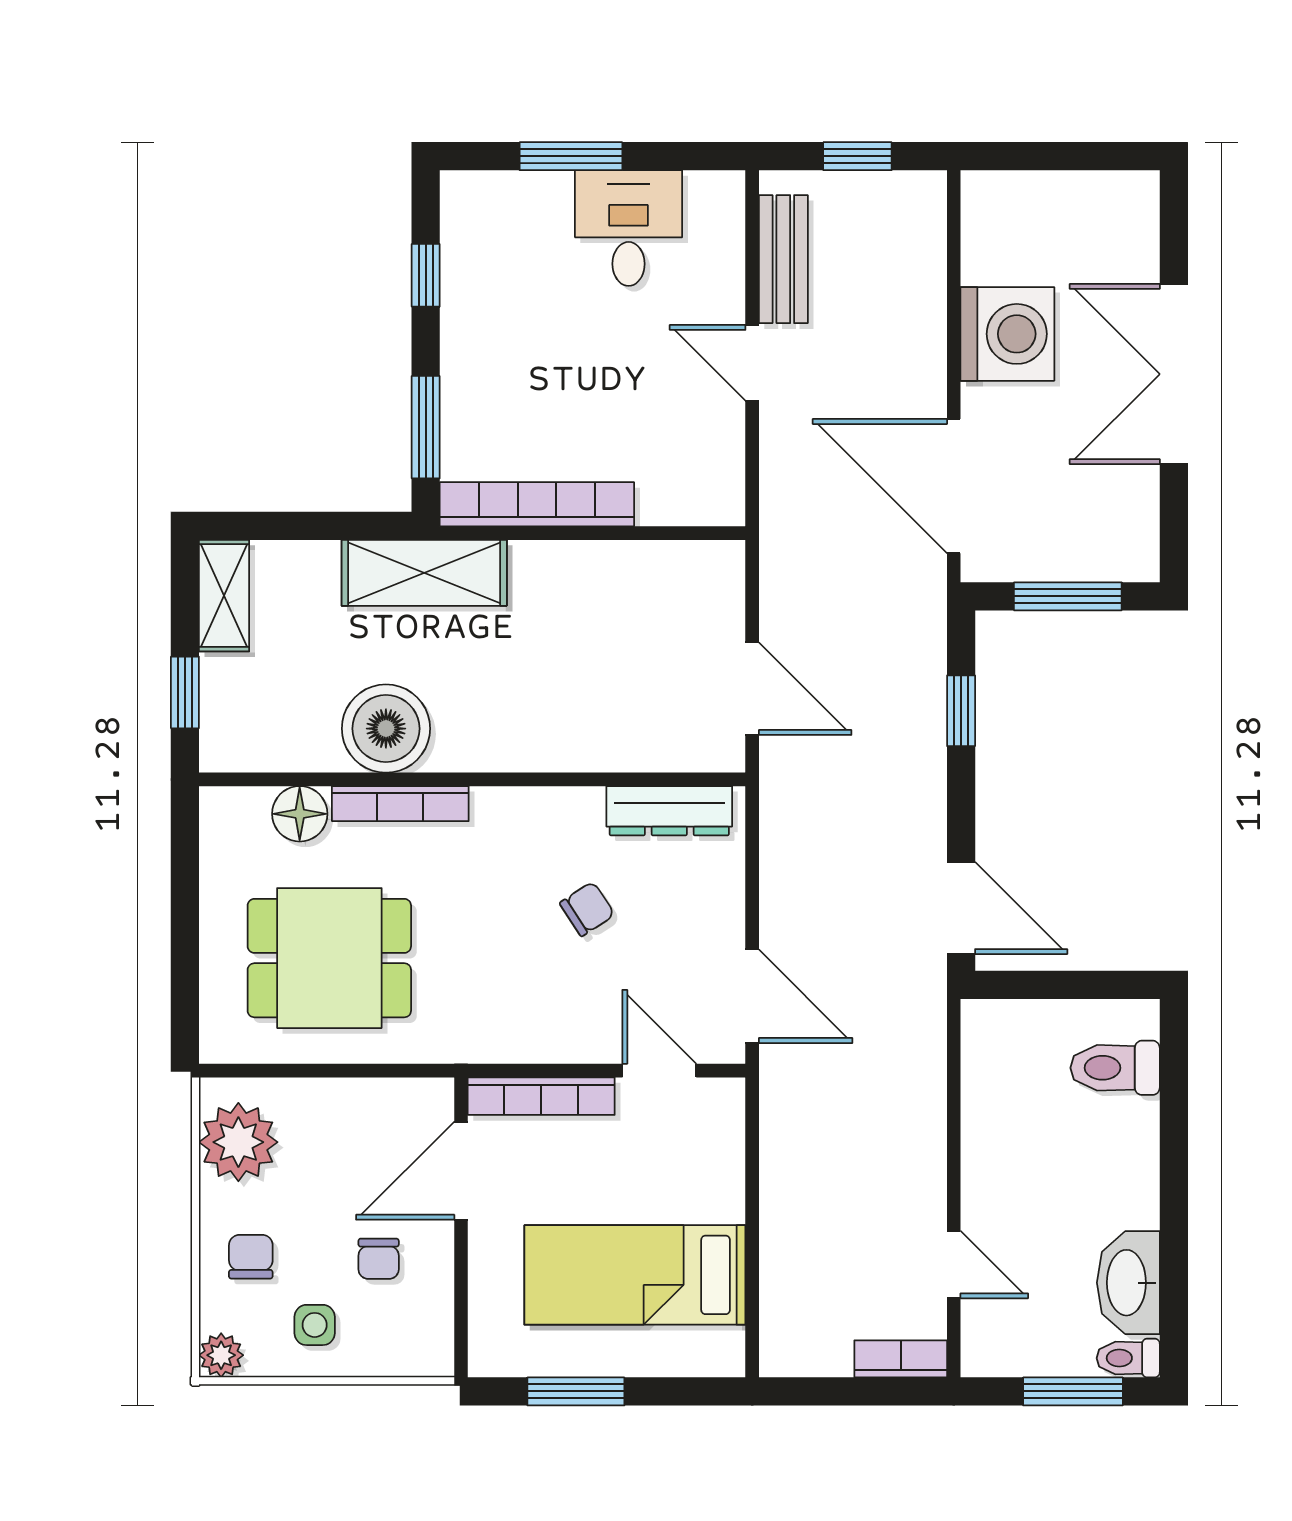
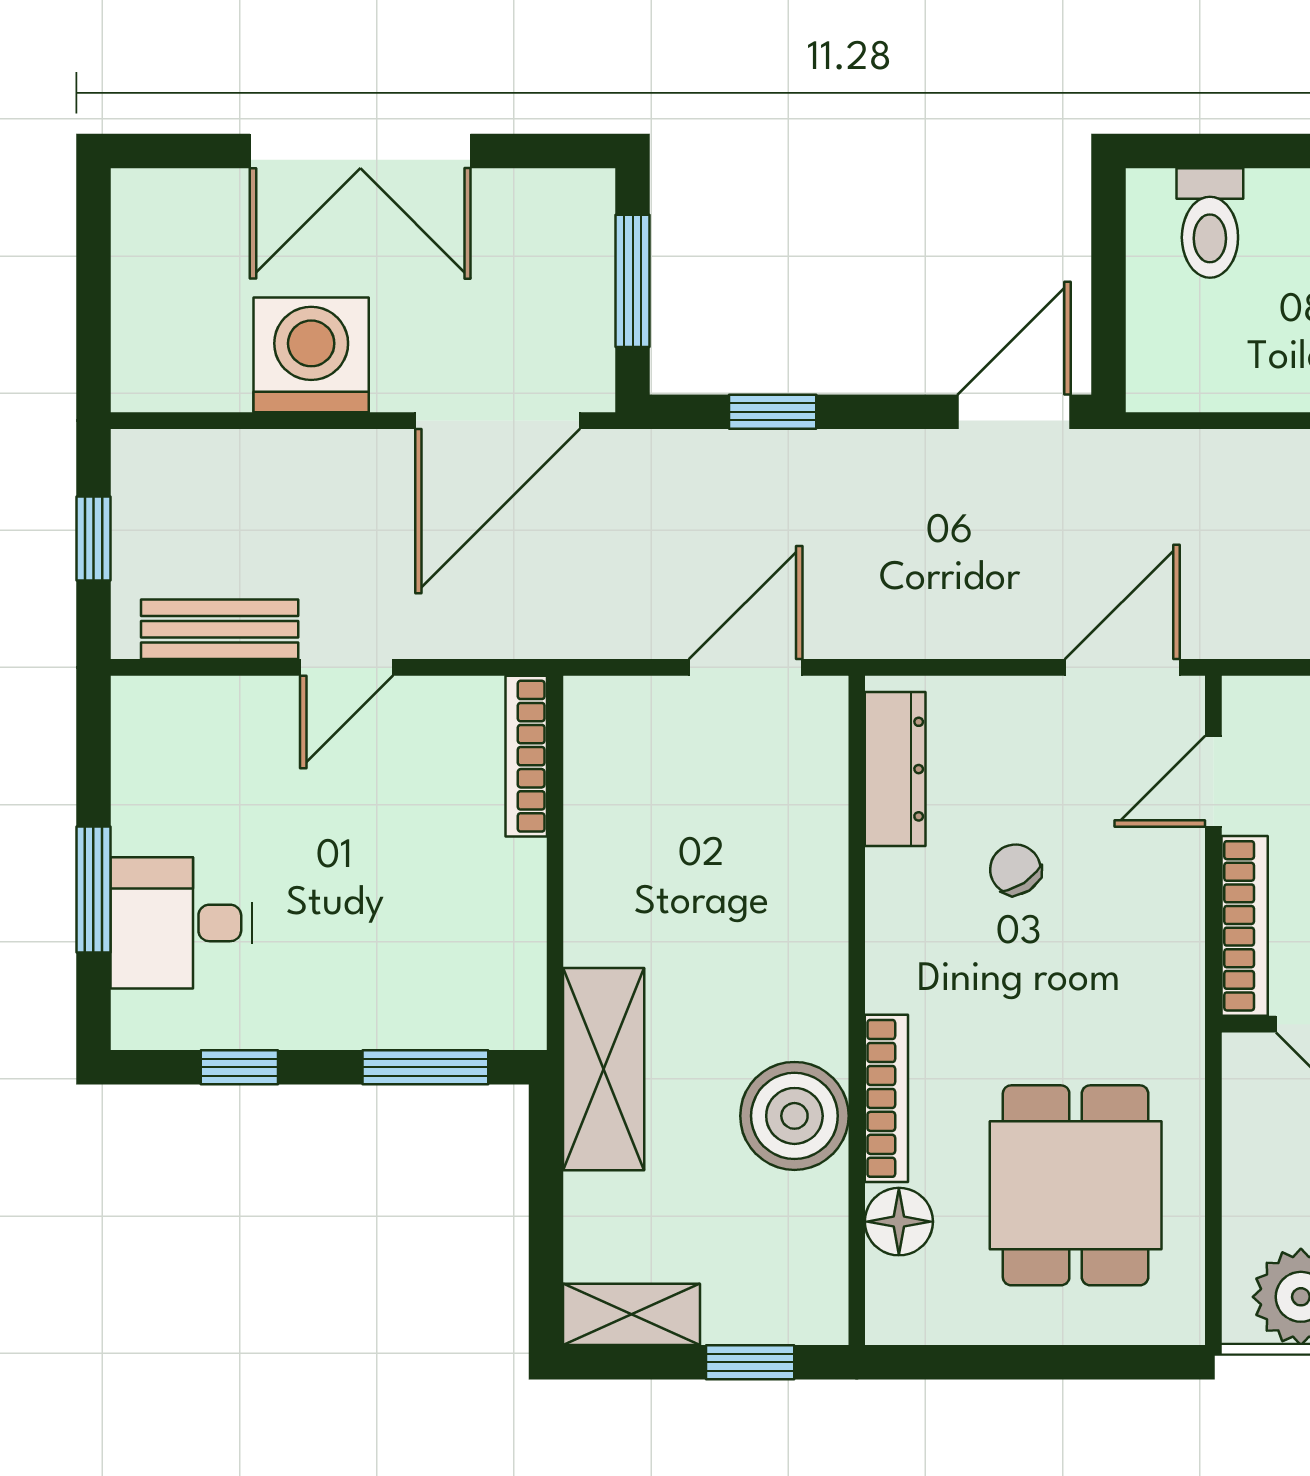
desk: (629, 228) -> (181, 923), moved
bookcase: (537, 504) -> (526, 756), moved, width x0.68, depth x0.76

